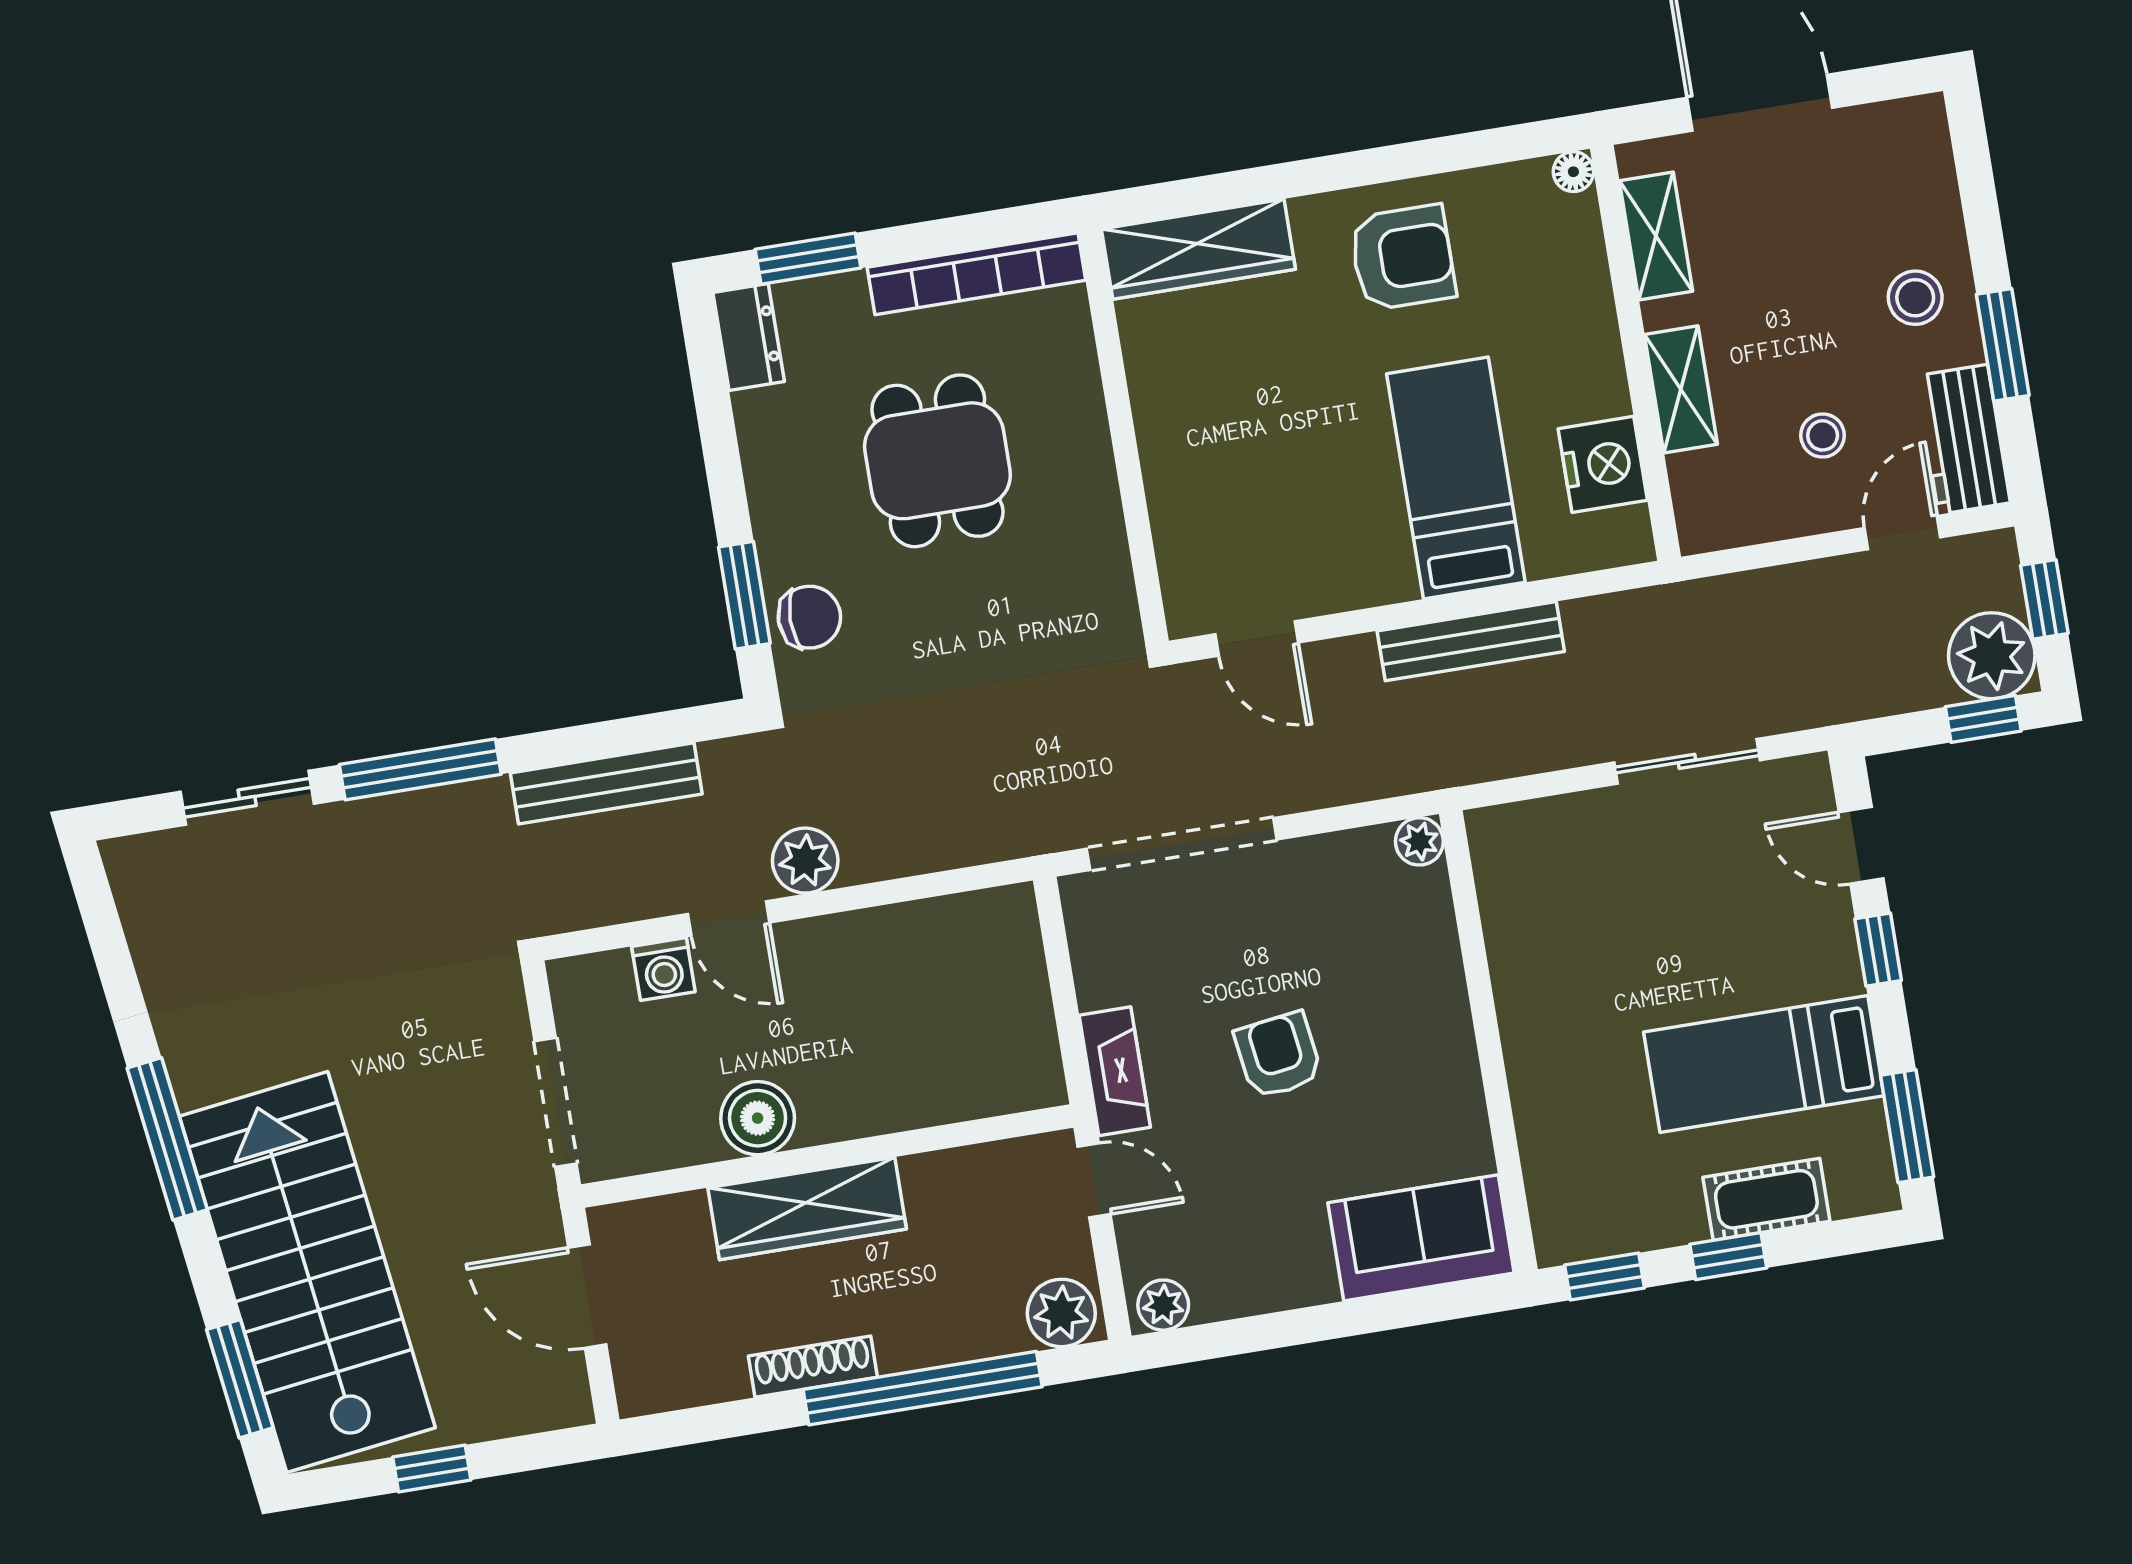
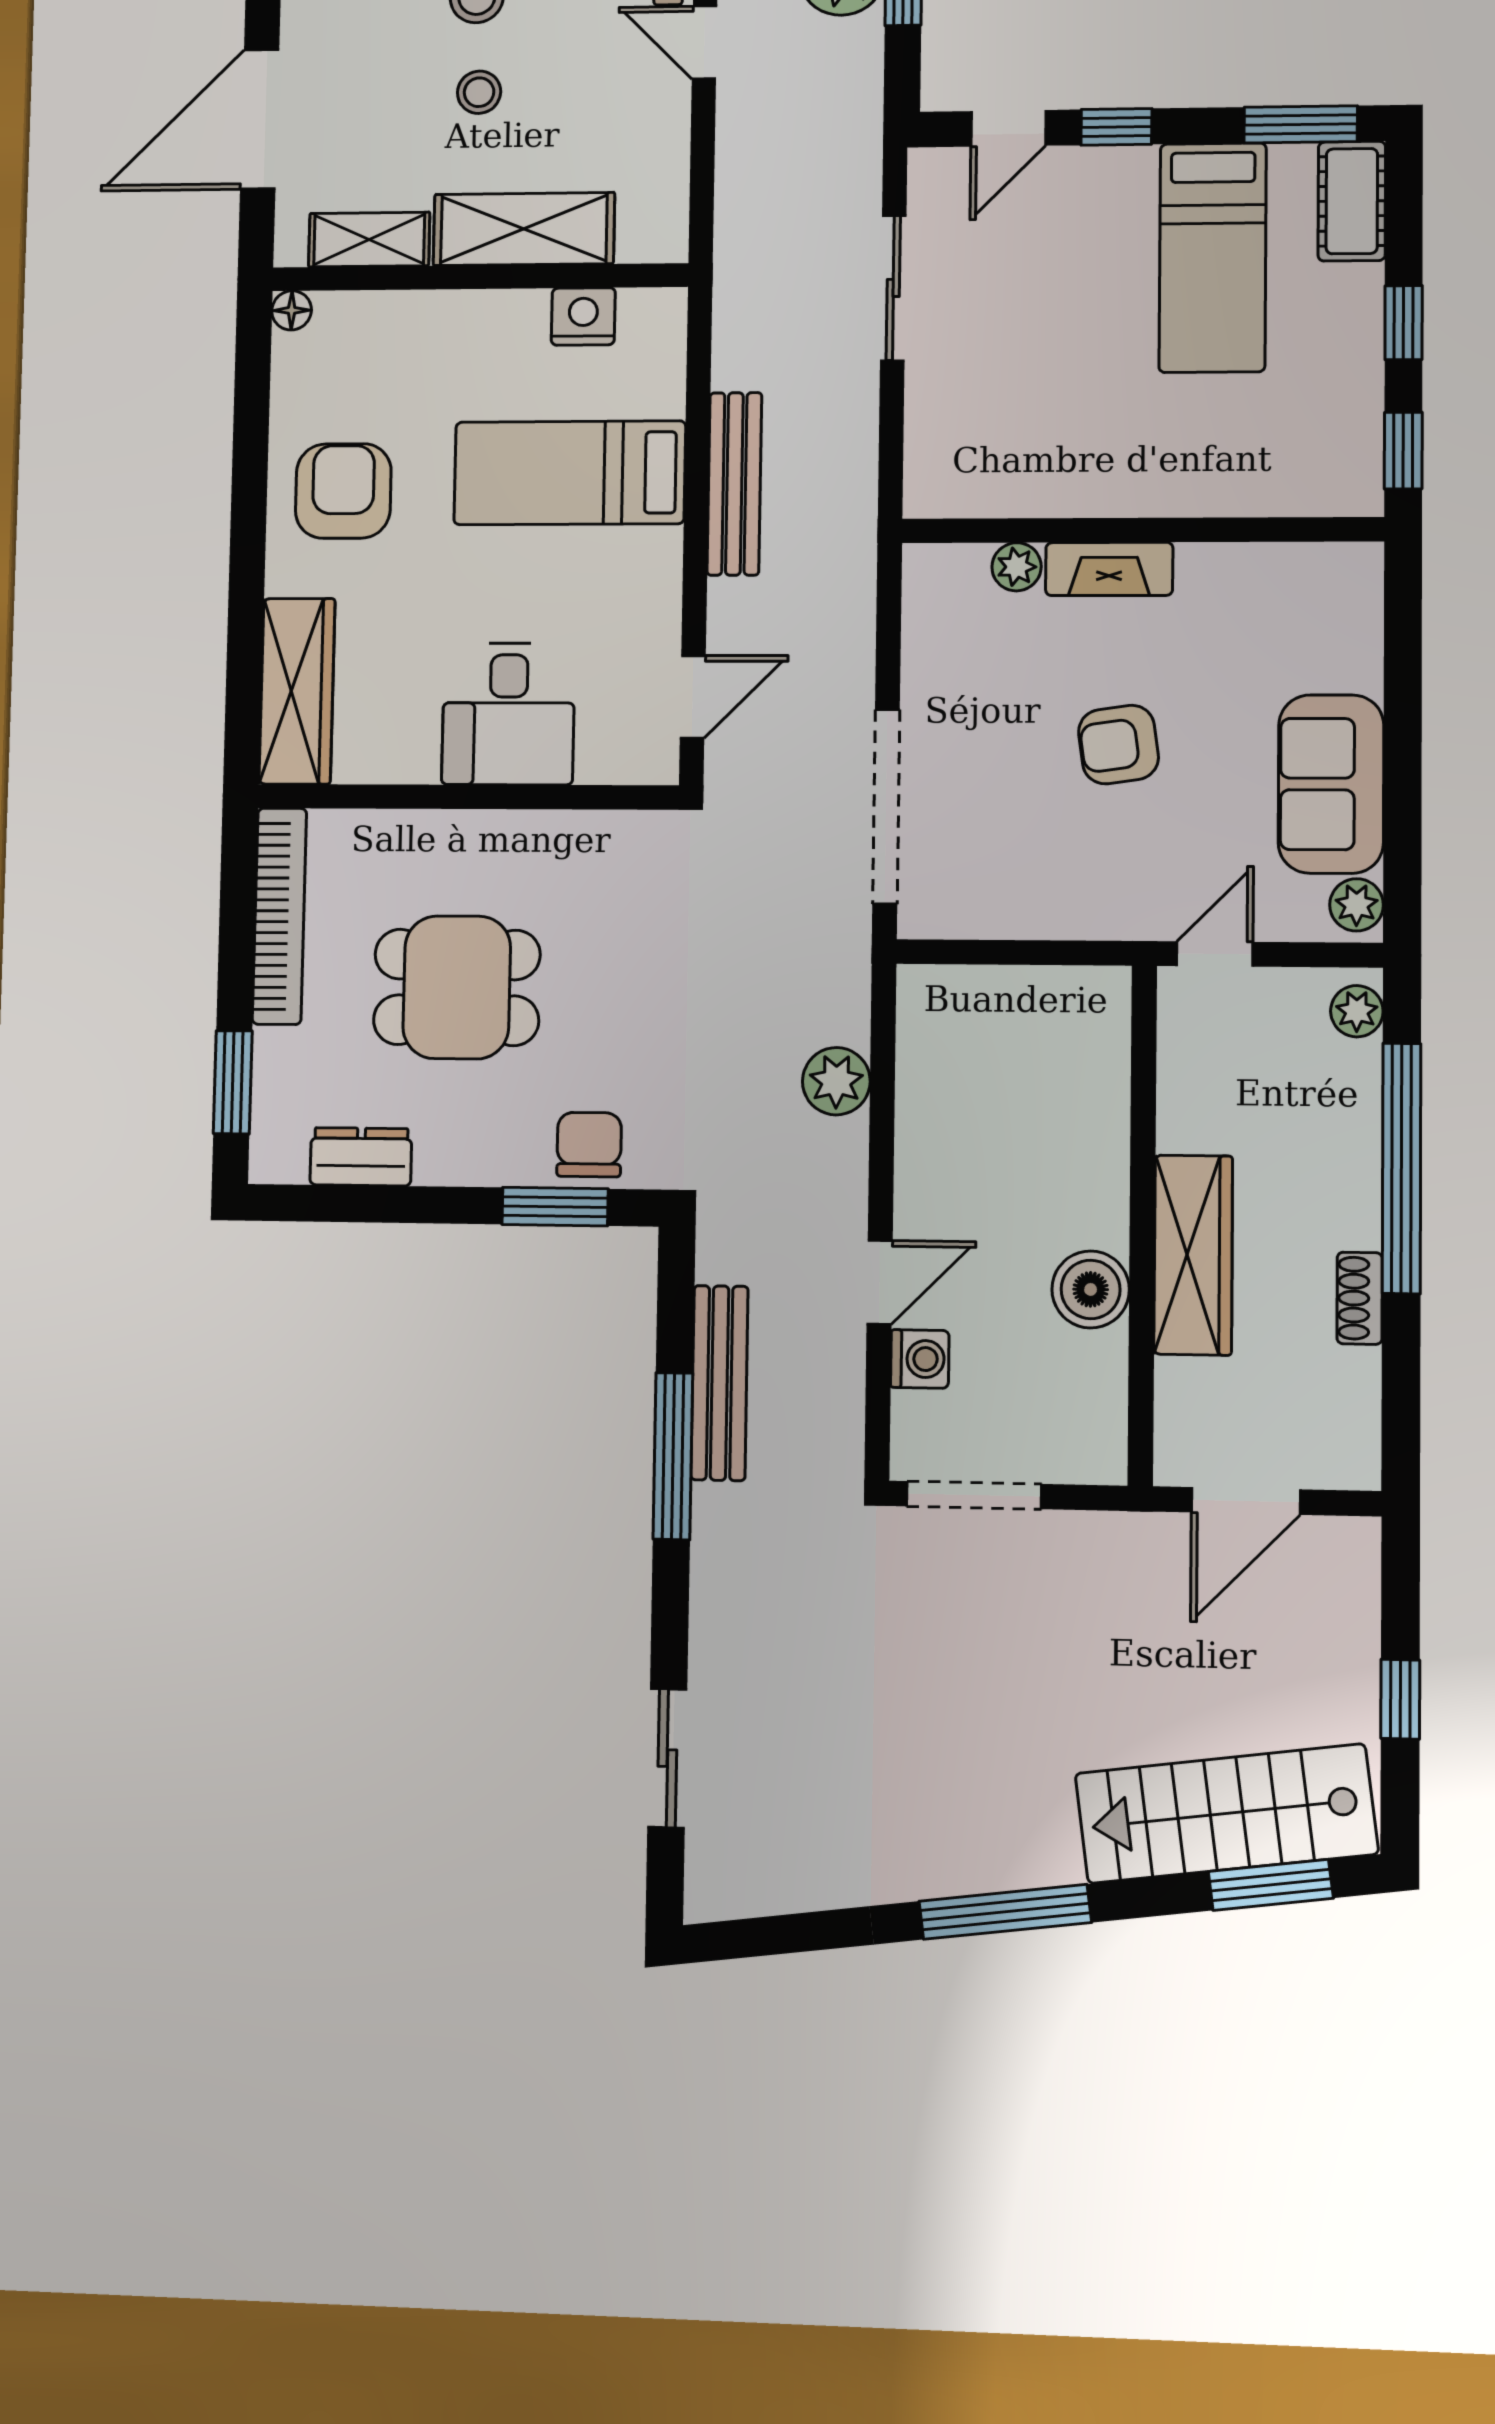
dresser: (749, 337) -> (361, 1157), moved
shelving: (1681, 389) -> (524, 229), width x1.50, depth x1.33
stool: (1823, 435) -> (479, 92), moved
desk: (1210, 462) -> (508, 714), added
nightstand: (1603, 464) -> (583, 316), width x0.74, depth x0.75
window: (420, 769) -> (673, 1456), moved
plant: (1419, 841) -> (1017, 567), moved
plant: (805, 861) -> (836, 1081), moved
fireplace: (1115, 1071) -> (1109, 569), moved, turned 180
doorway: (556, 1102) -> (974, 1495), moved
cot: (1766, 1199) -> (1352, 201), moved
sofa: (1421, 1238) -> (1331, 784), moved
stairs: (307, 1272) -> (1226, 1814), width x0.73, depth x0.66
plant: (1061, 1313) -> (1357, 1011), width x0.73, depth x0.73
shoe rack: (813, 1367) -> (1360, 1298), width x0.70

